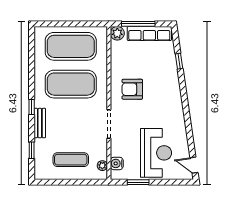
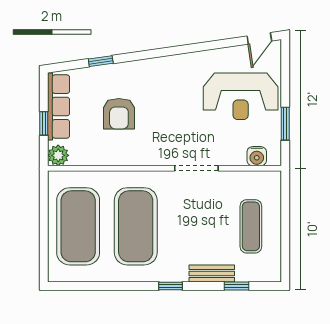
window: (138, 24) -> (44, 123), width x0.46
armchair: (132, 89) -> (119, 114), moved
bench: (40, 123) -> (212, 273), moved
reception desk: (156, 153) -> (241, 96), turned 180
plant: (102, 166) -> (260, 178), removed

